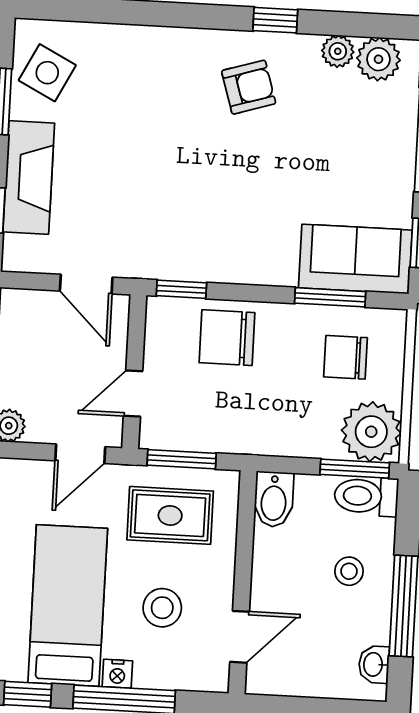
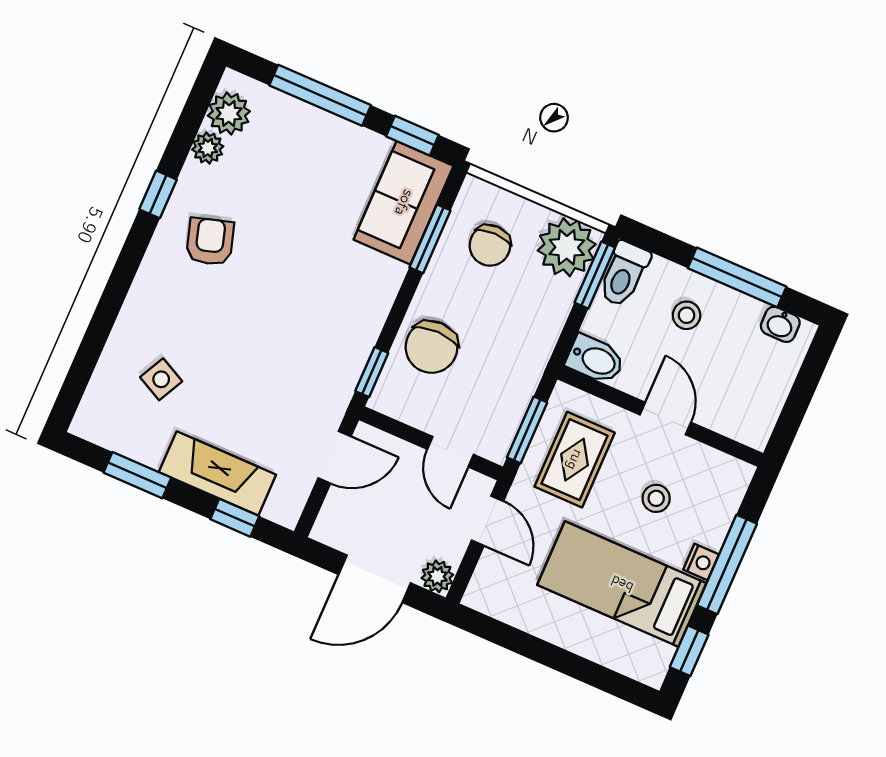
side table: (47, 73) -> (161, 379), moved, width x0.73, depth x0.73
stool: (162, 608) -> (656, 498), width x0.73, depth x0.73
door: (240, 637) -> (665, 419), moved

